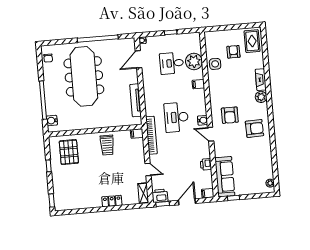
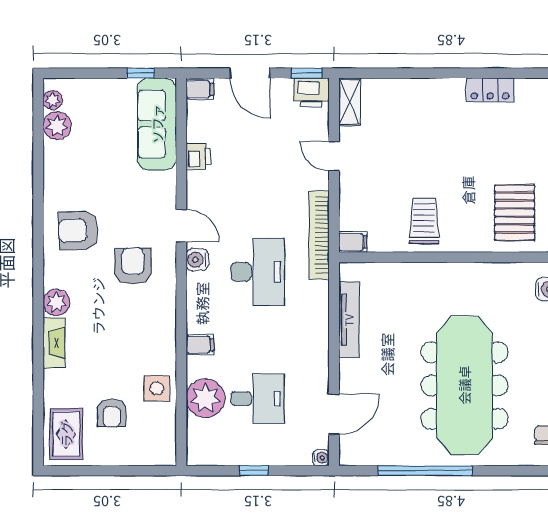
plant: (267, 172) -> (57, 126), added
locker: (112, 201) -> (490, 90), moved
door: (187, 202) -> (250, 73), hinge flipped

